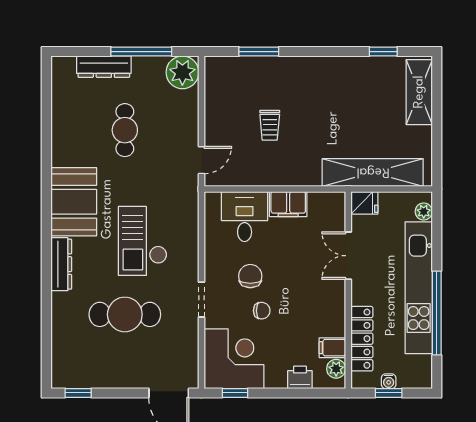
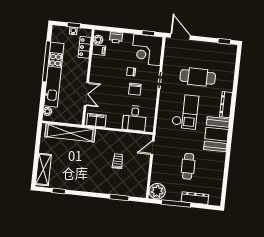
fridge: (364, 203) -> (76, 119), removed
filing cabinet: (288, 204) -> (96, 120), moved
locker: (362, 339) -> (85, 47), width x0.66

